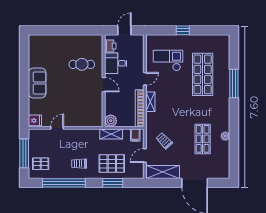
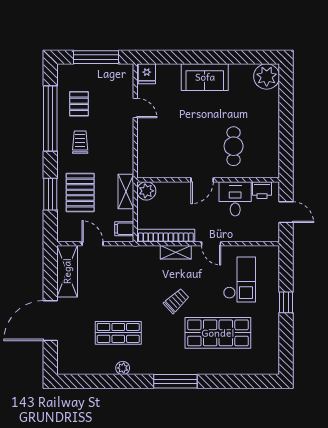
plant: (37, 43) -> (267, 76), added
window: (234, 83) -> (175, 381), moved
trolley: (164, 141) -> (176, 301), moved
pallet: (41, 164) -> (79, 104), moved

